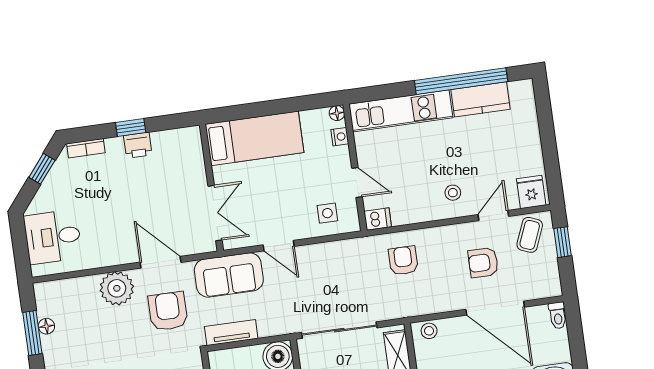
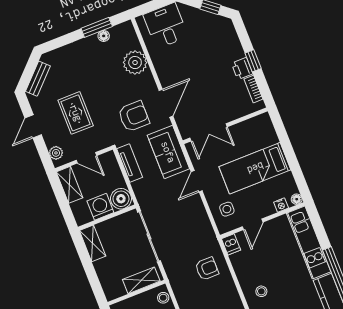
bed: (255, 138) -> (255, 168), moved, turned 90
bookcase: (86, 148) -> (253, 89), moved
plant: (117, 288) -> (135, 63), moved

